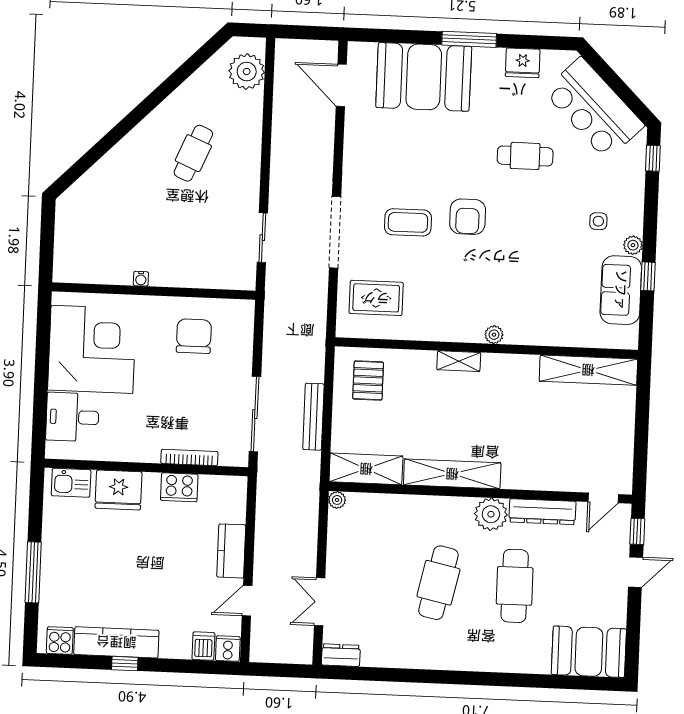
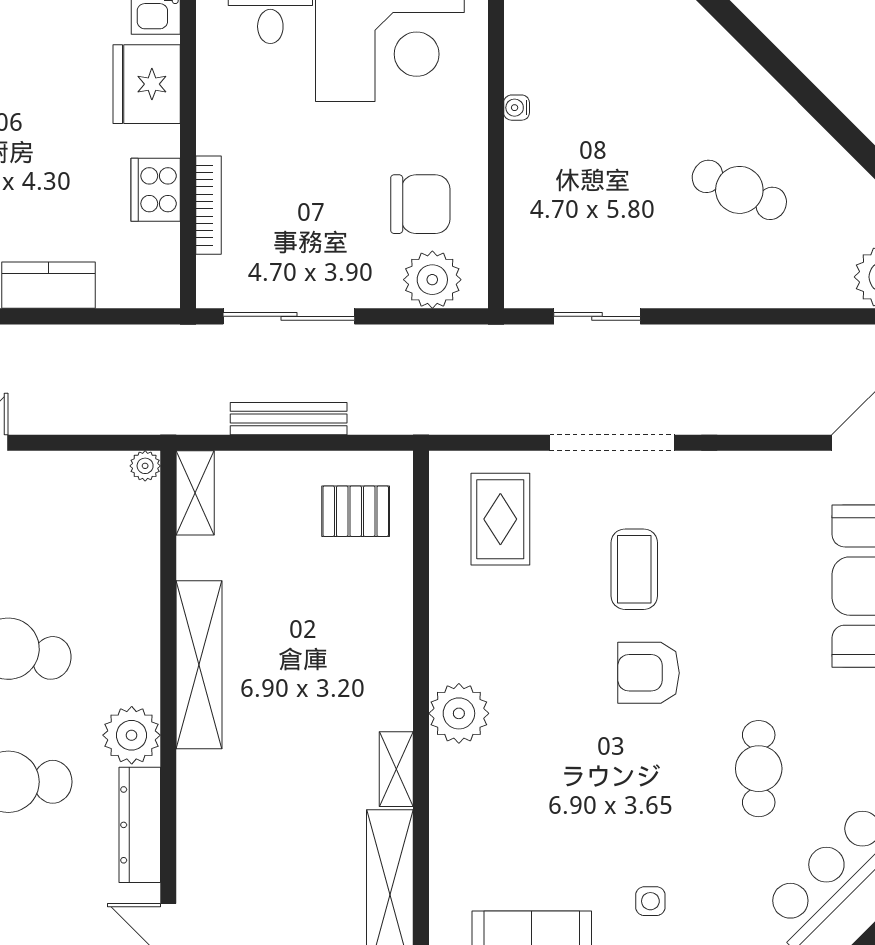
plant: (237, 331) -> (432, 280), added
plant: (494, 335) -> (459, 713), width x1.87, depth x1.87
shelving: (459, 361) -> (396, 769), moved
shelving: (366, 469) -> (195, 493), width x0.67, depth x0.75

